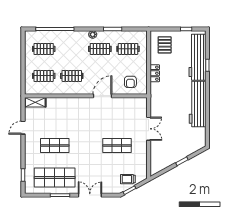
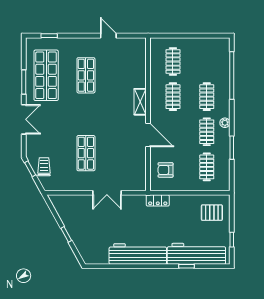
clothes rail: (44, 49) -> (207, 97), moved
locker: (155, 73) -> (158, 200), moved
shelving: (35, 102) -> (140, 102), moved

